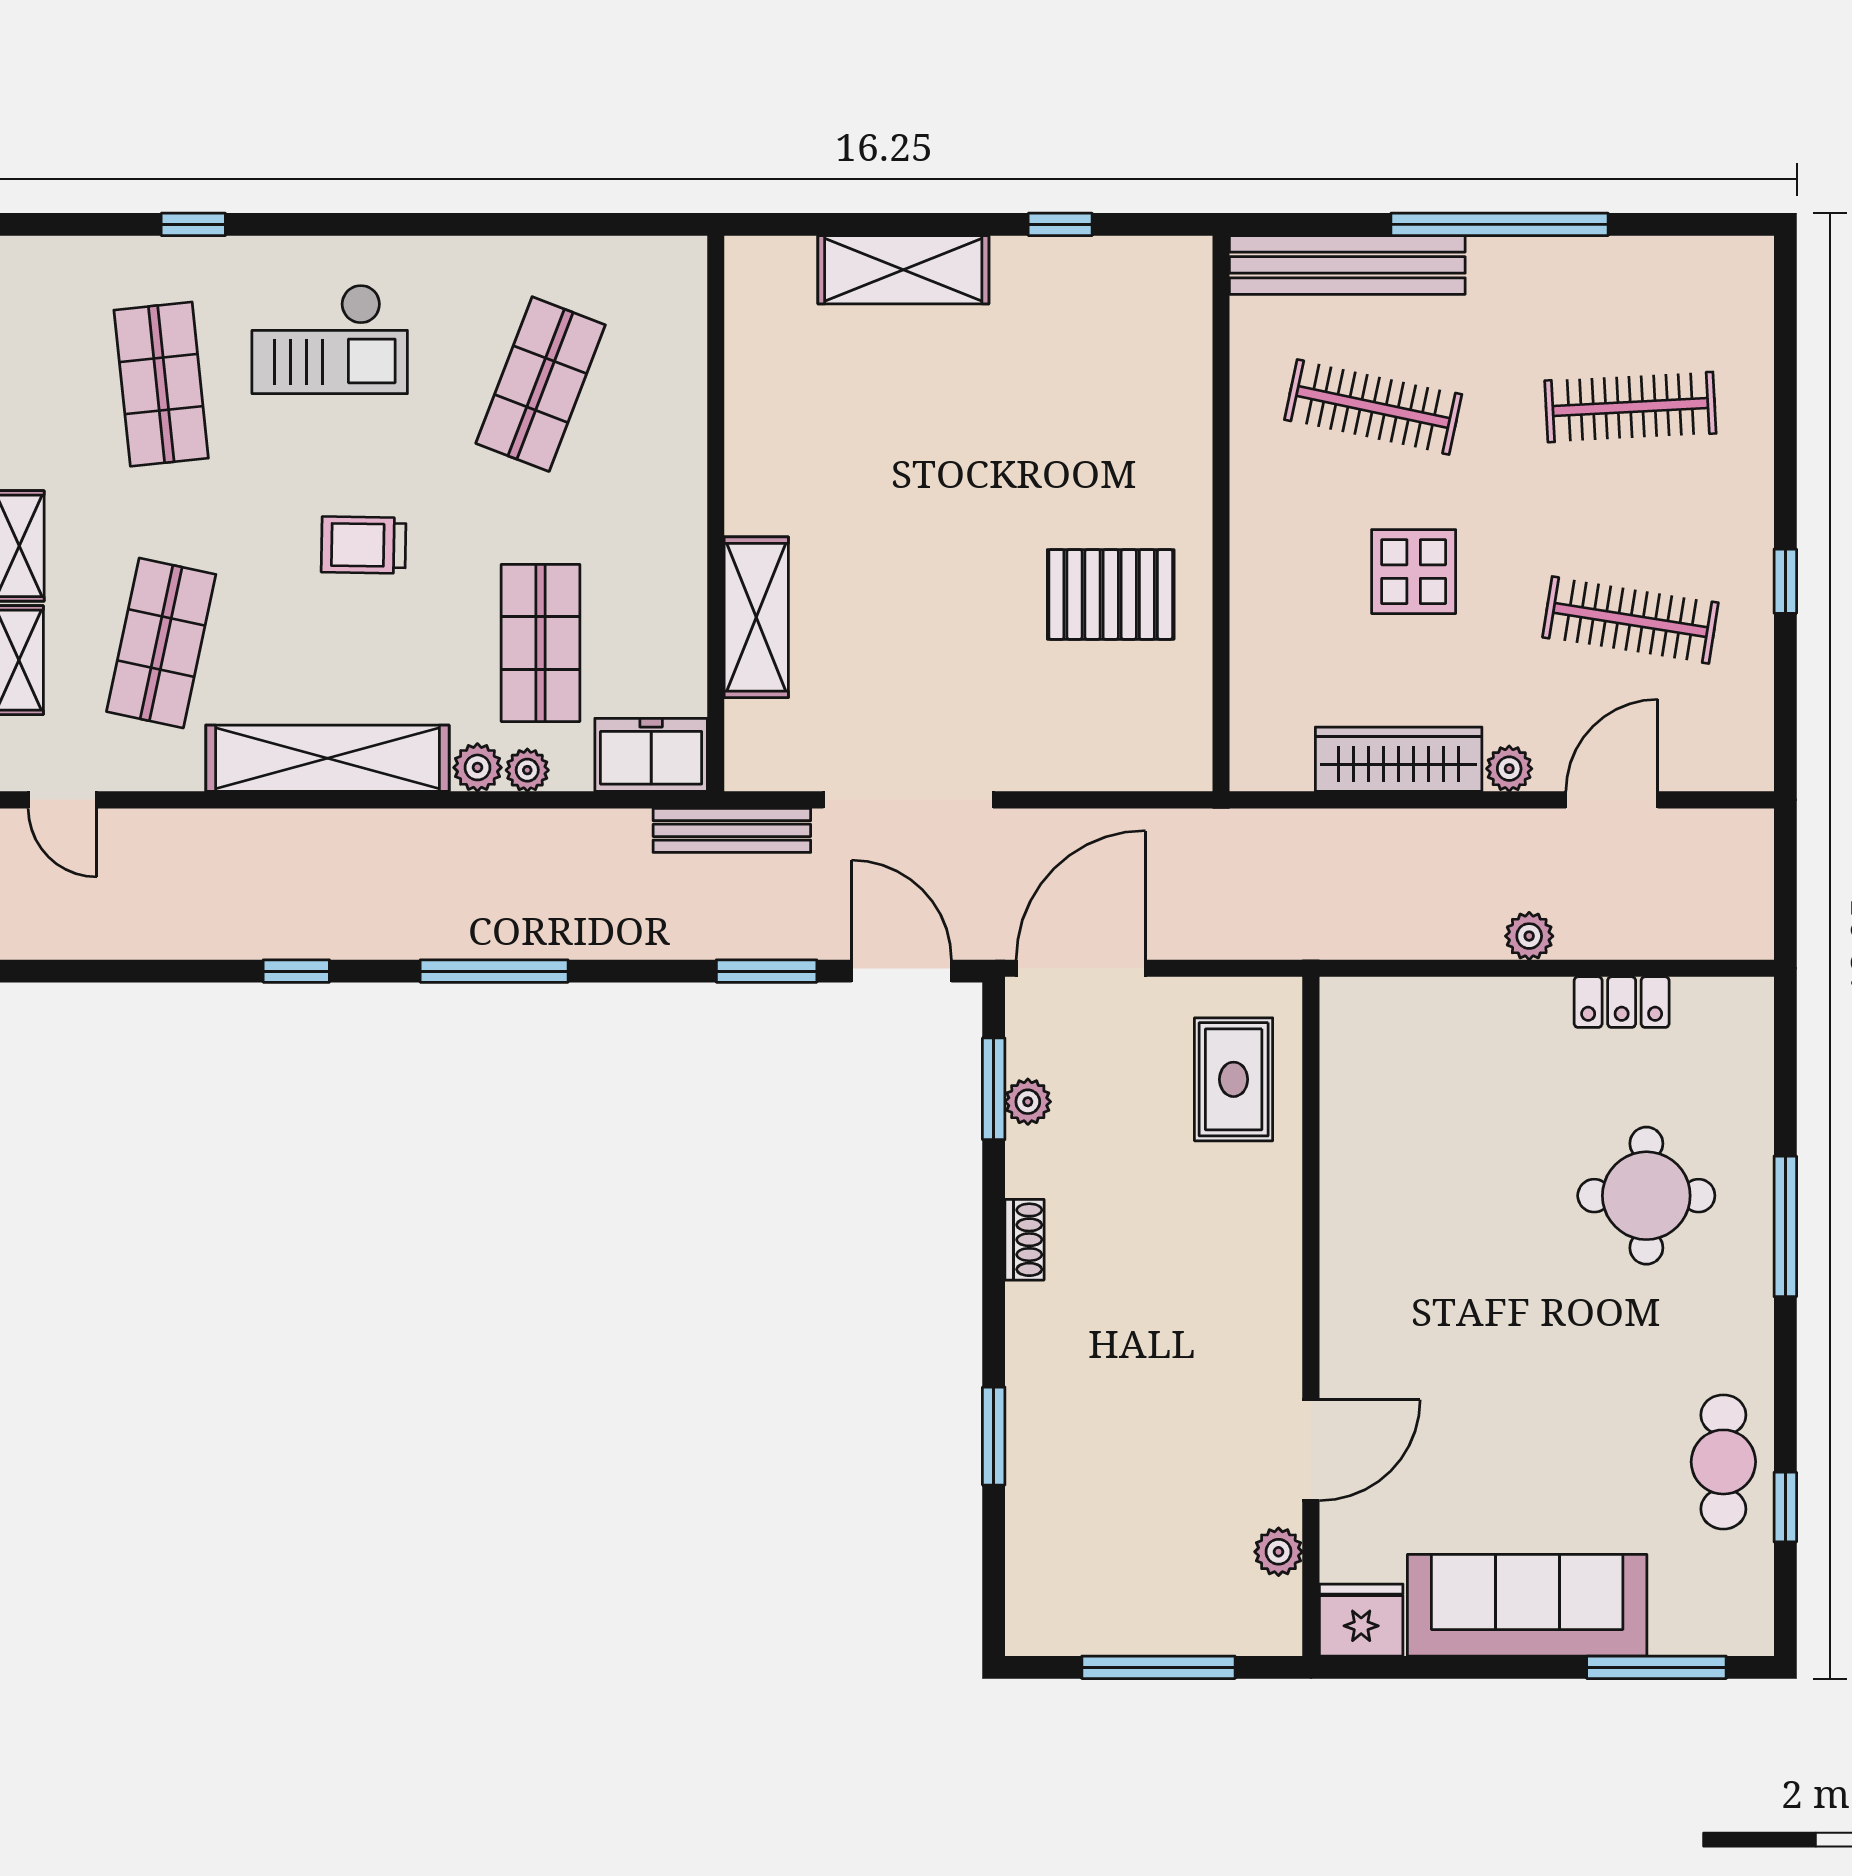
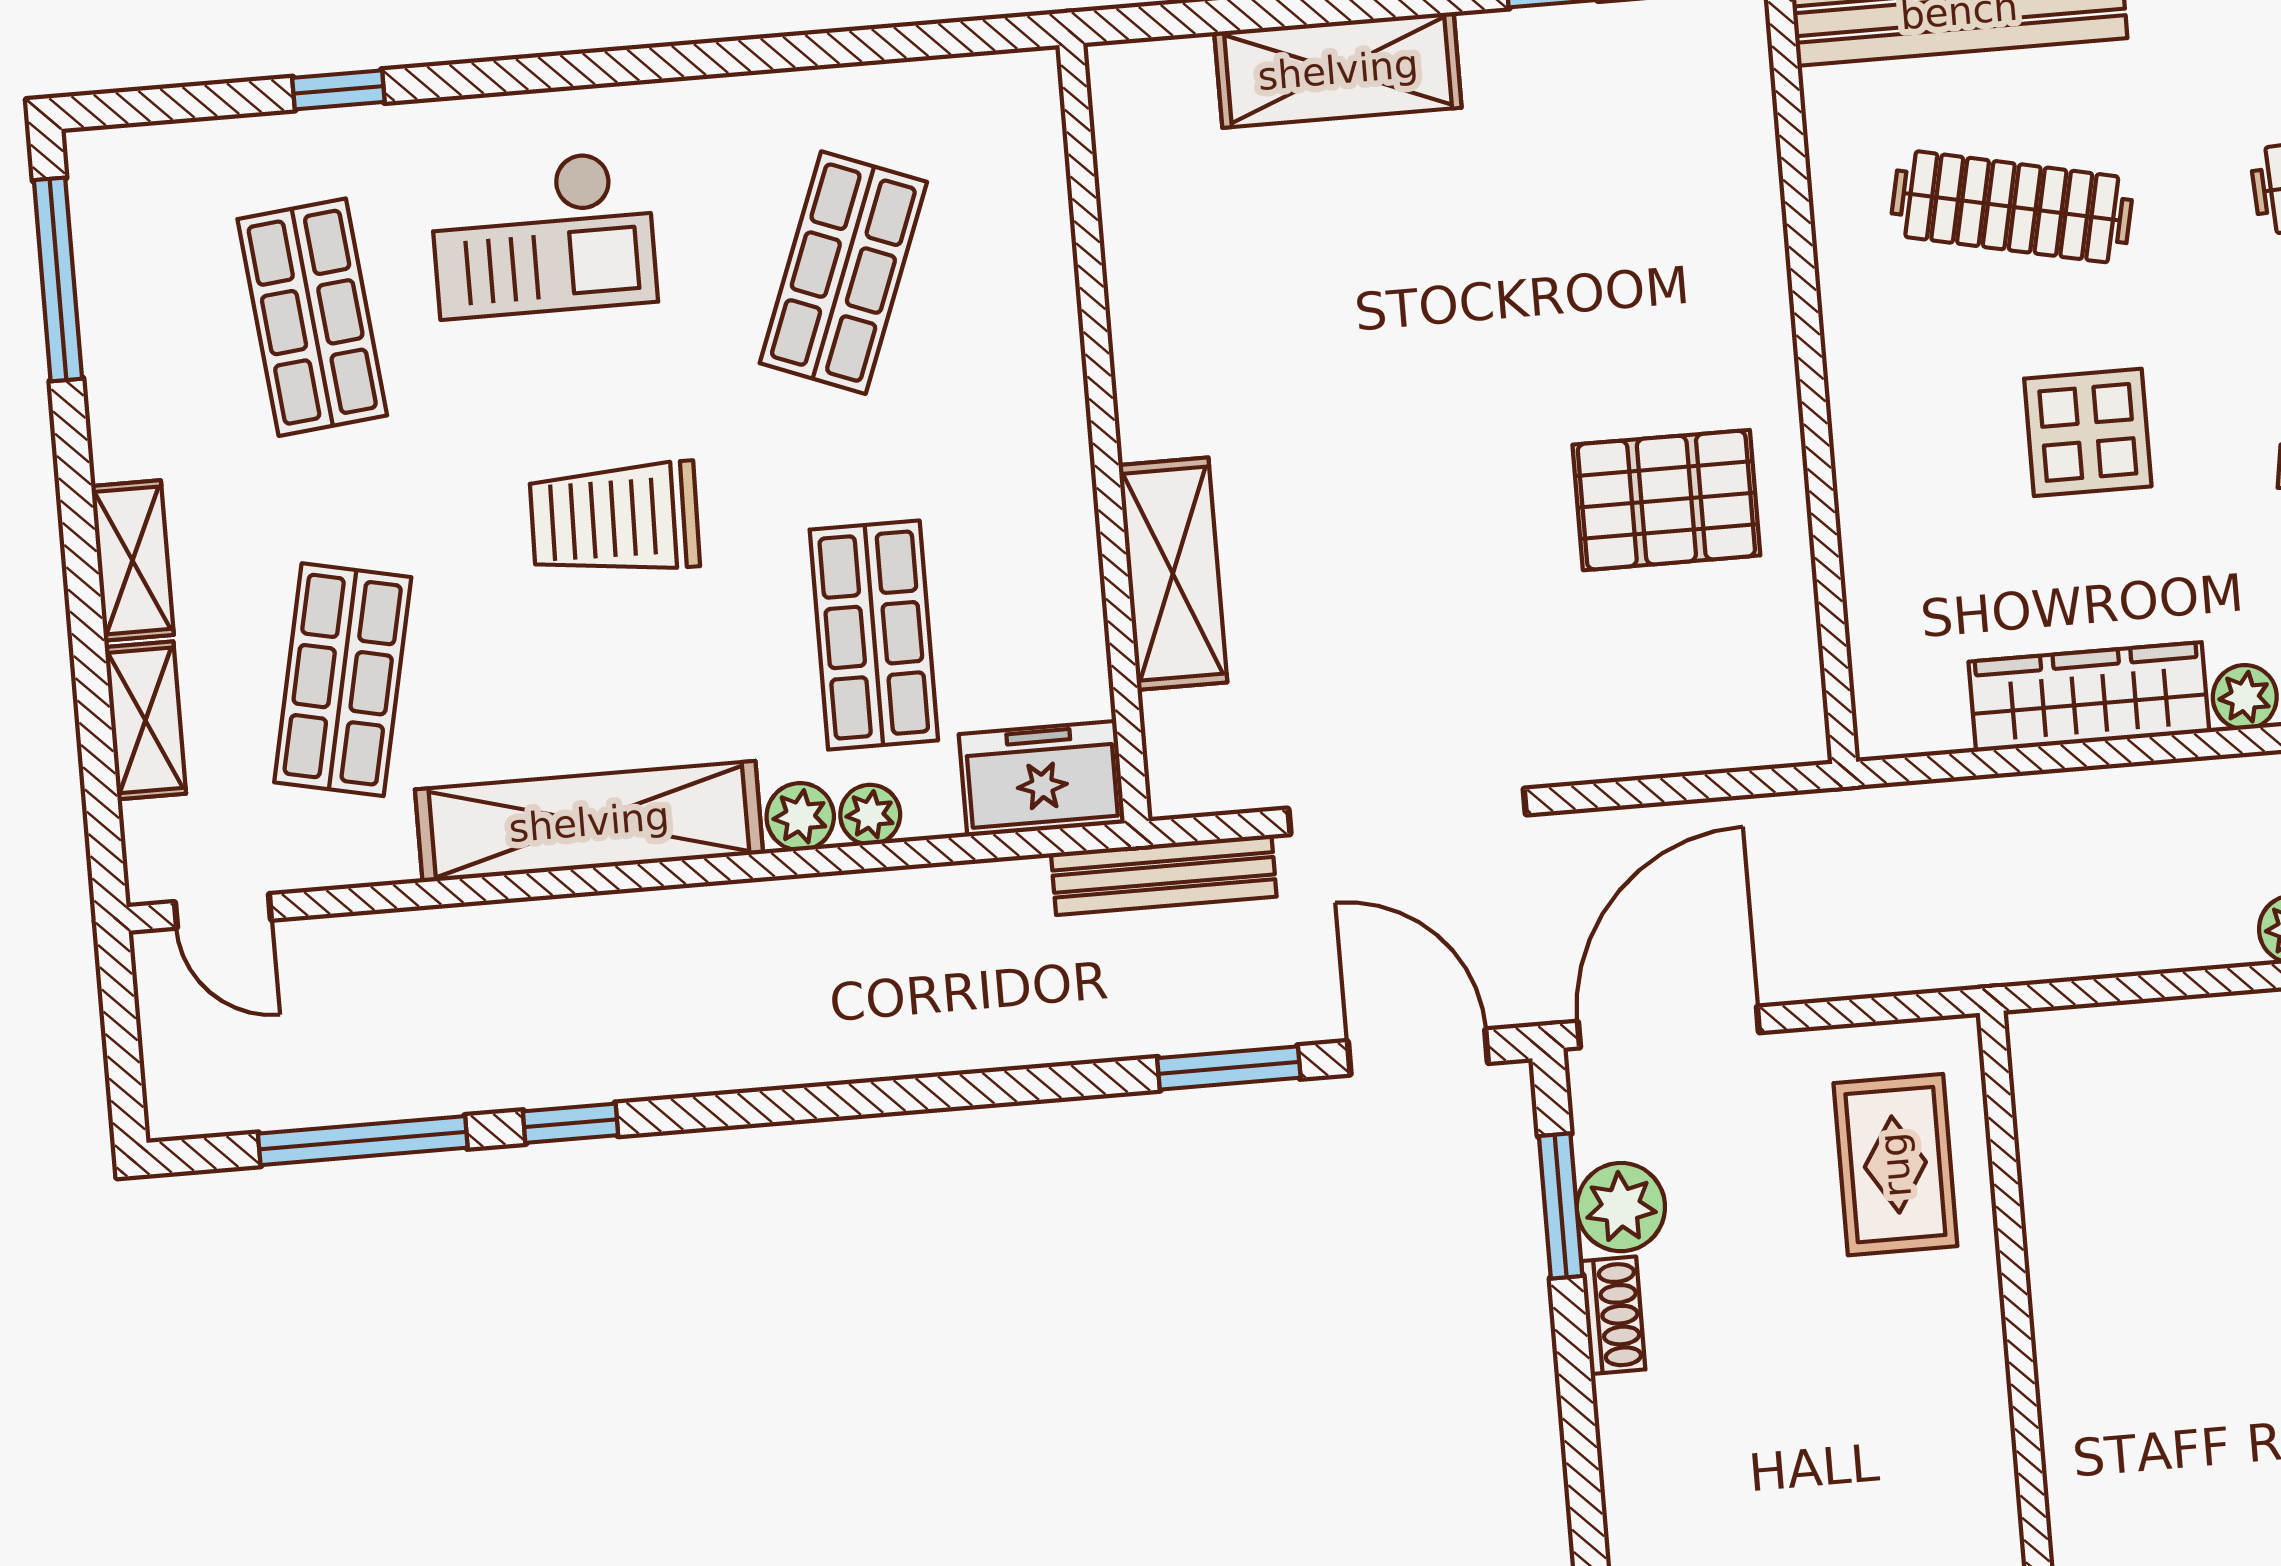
trolley: (364, 545) -> (615, 519), width x1.36, depth x1.39
window: (494, 971) -> (363, 1141), moved
plant: (1028, 1102) -> (1621, 1207), width x1.38, depth x1.38
shoe rack: (1025, 1240) -> (1613, 1315), moved

